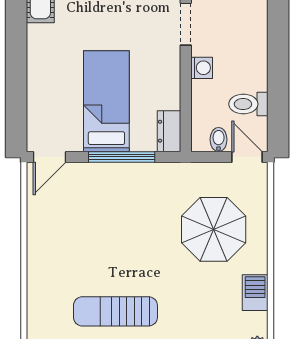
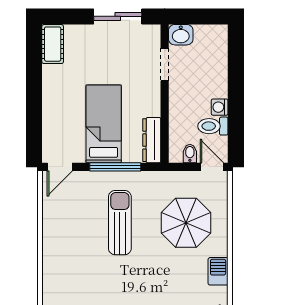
washing machine: (202, 68) -> (220, 107), moved, turned 180
dresser: (169, 131) -> (152, 140), width x1.44
sun lounger: (115, 311) -> (120, 223), moved, turned 90

